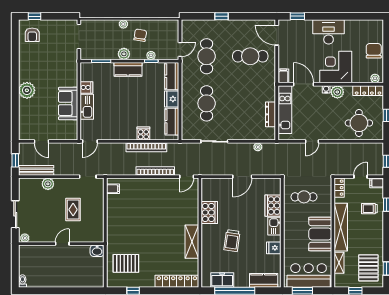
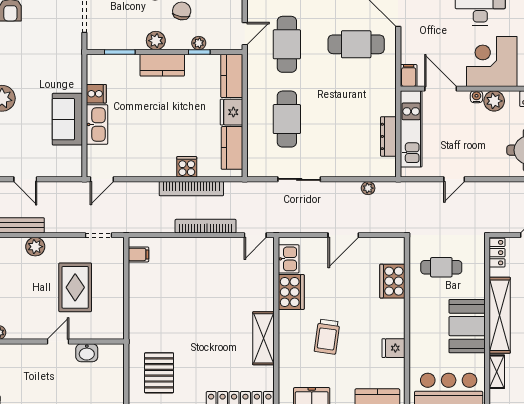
rug: (73, 210) -> (75, 287), width x1.36, depth x1.43
kitchen sink: (274, 226) -> (289, 259), moved, turned 180
washbasin: (97, 251) -> (87, 353), moved
pallet: (126, 263) -> (159, 373), turned 90

